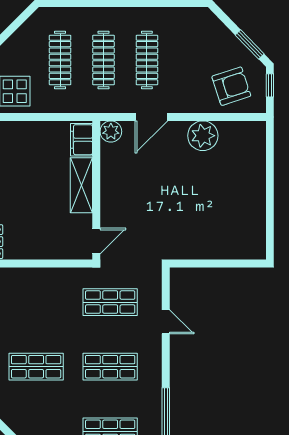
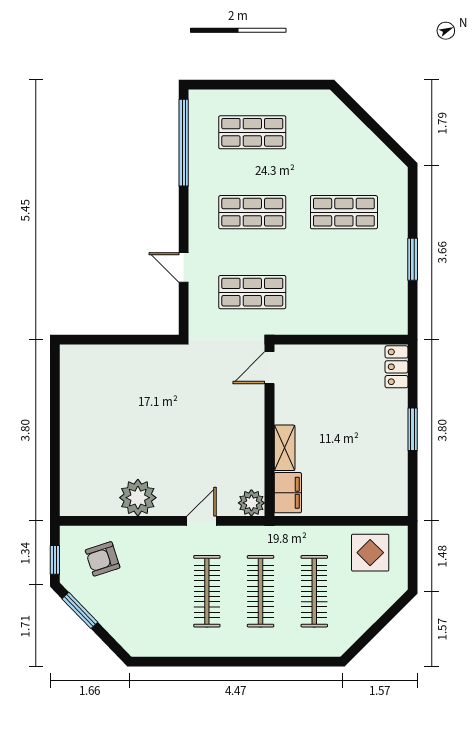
armchair: (231, 86) -> (103, 559), width x0.72, depth x0.72
door: (151, 117) -> (201, 521), width x0.73
shelving: (81, 185) -> (285, 448), width x0.67, depth x0.75

